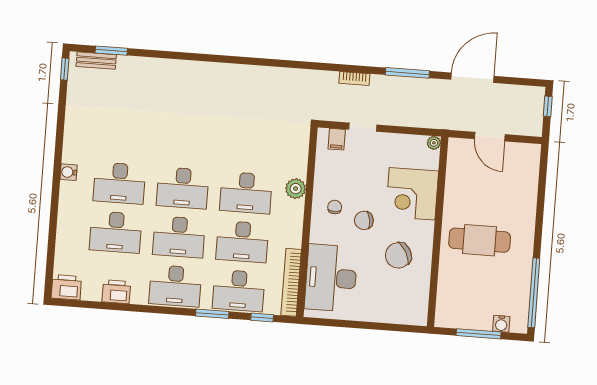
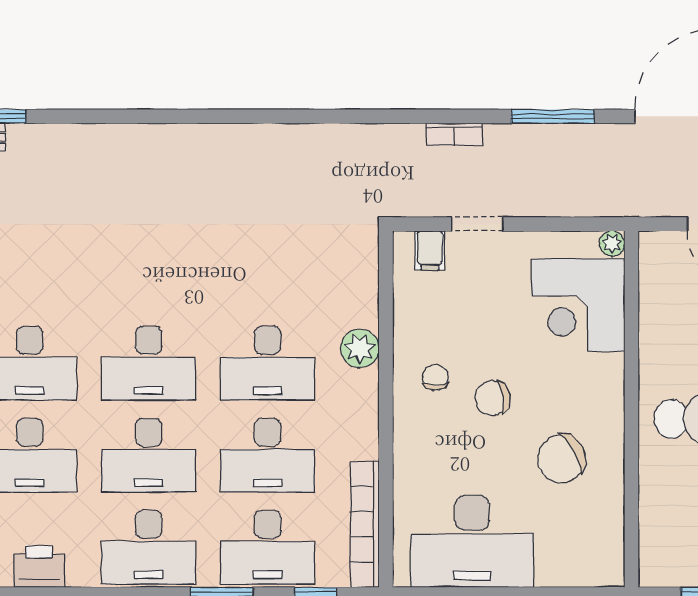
corner desk: (412, 194) -> (578, 305), moved
desk: (331, 278) -> (472, 541), moved, turned -90

